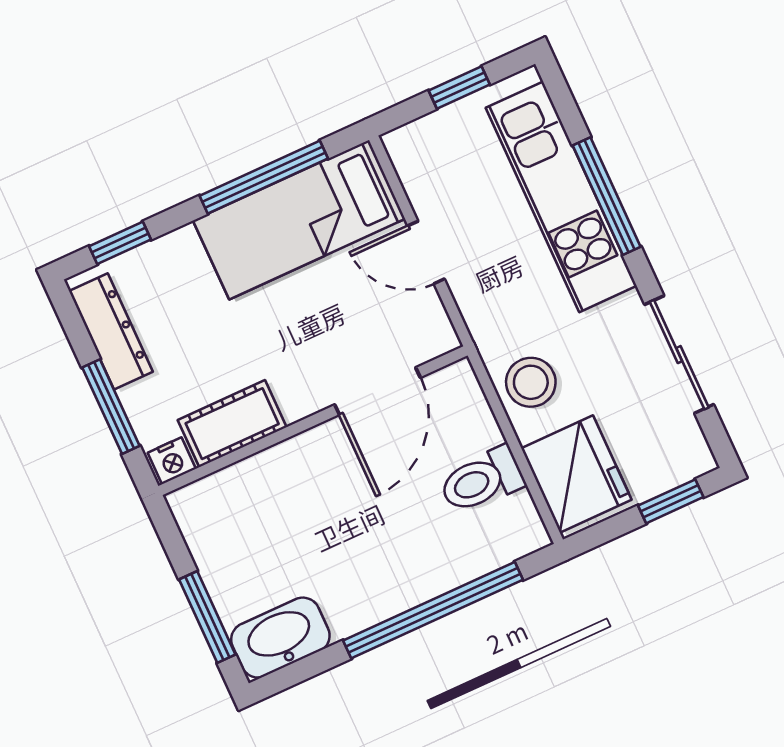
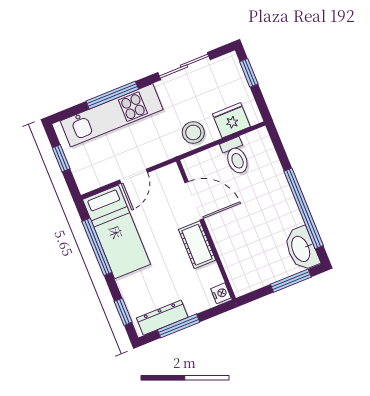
window: (111, 407) -> (179, 326), moved
cot: (232, 424) -> (197, 245), moved
fridge: (576, 474) -> (231, 120), width x0.73, depth x0.75
window: (433, 610) -> (304, 208), moved

